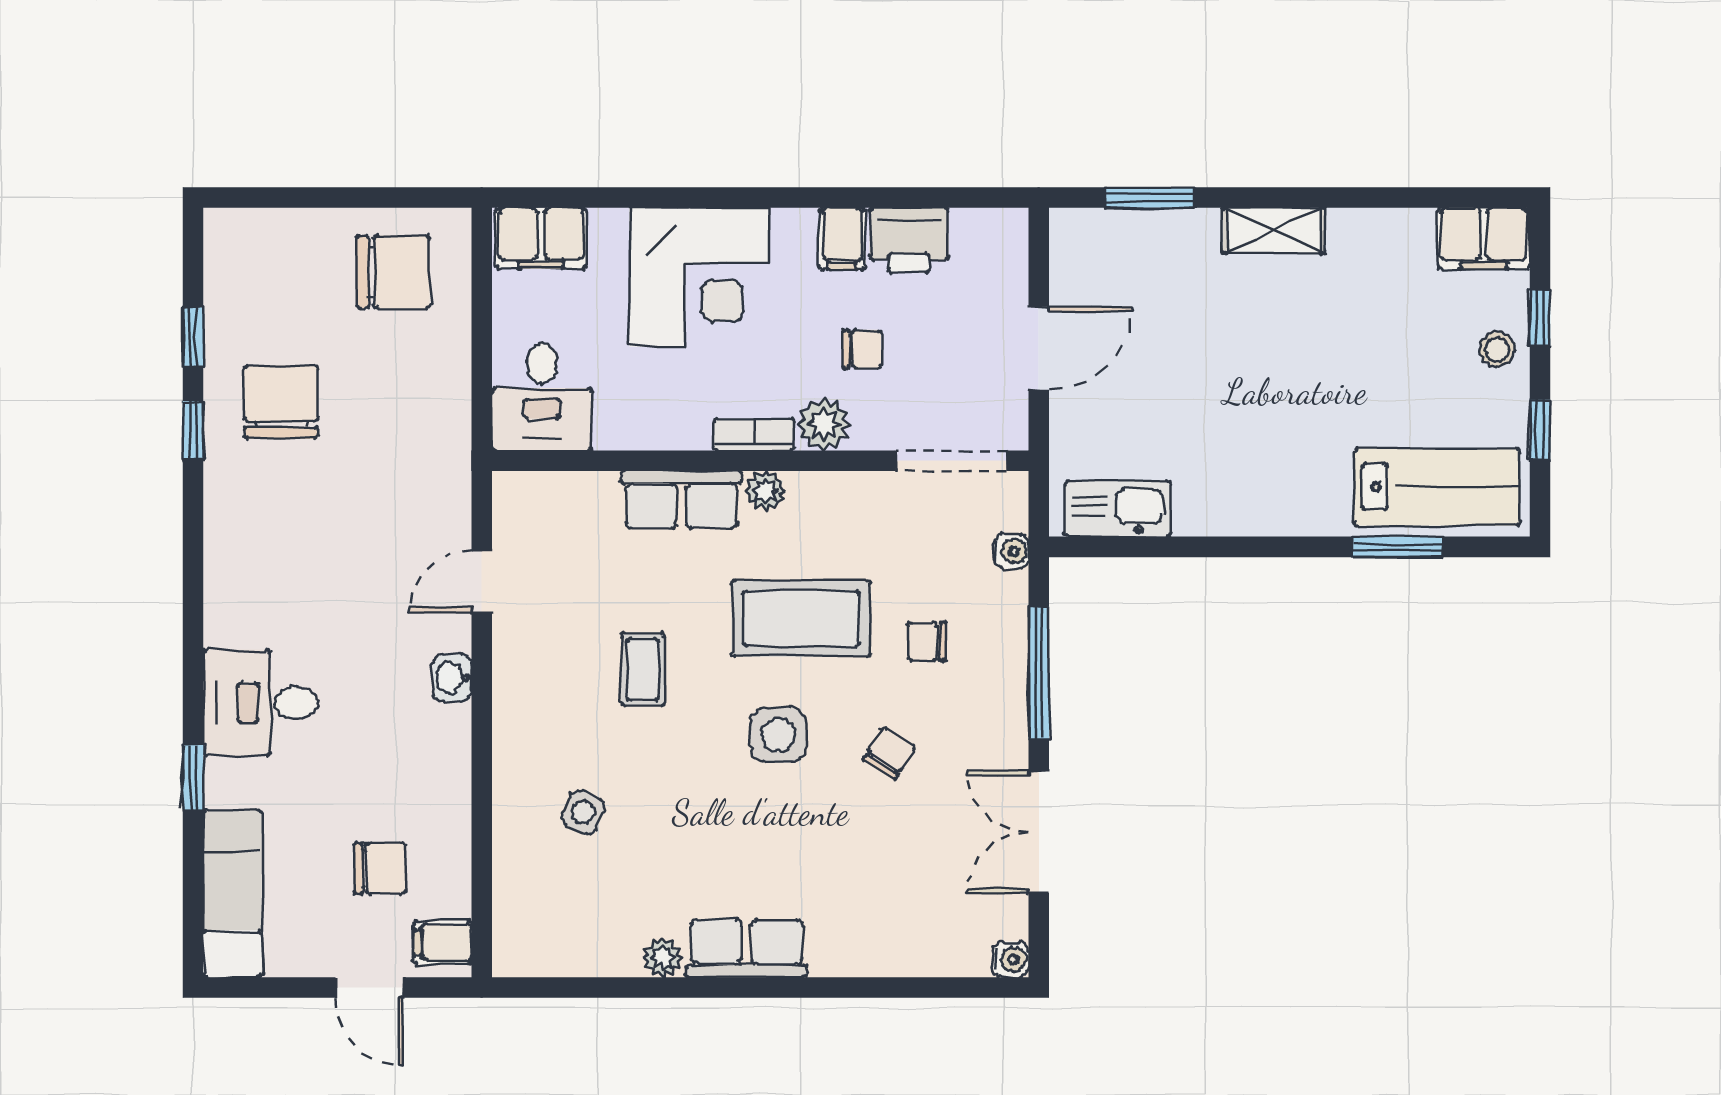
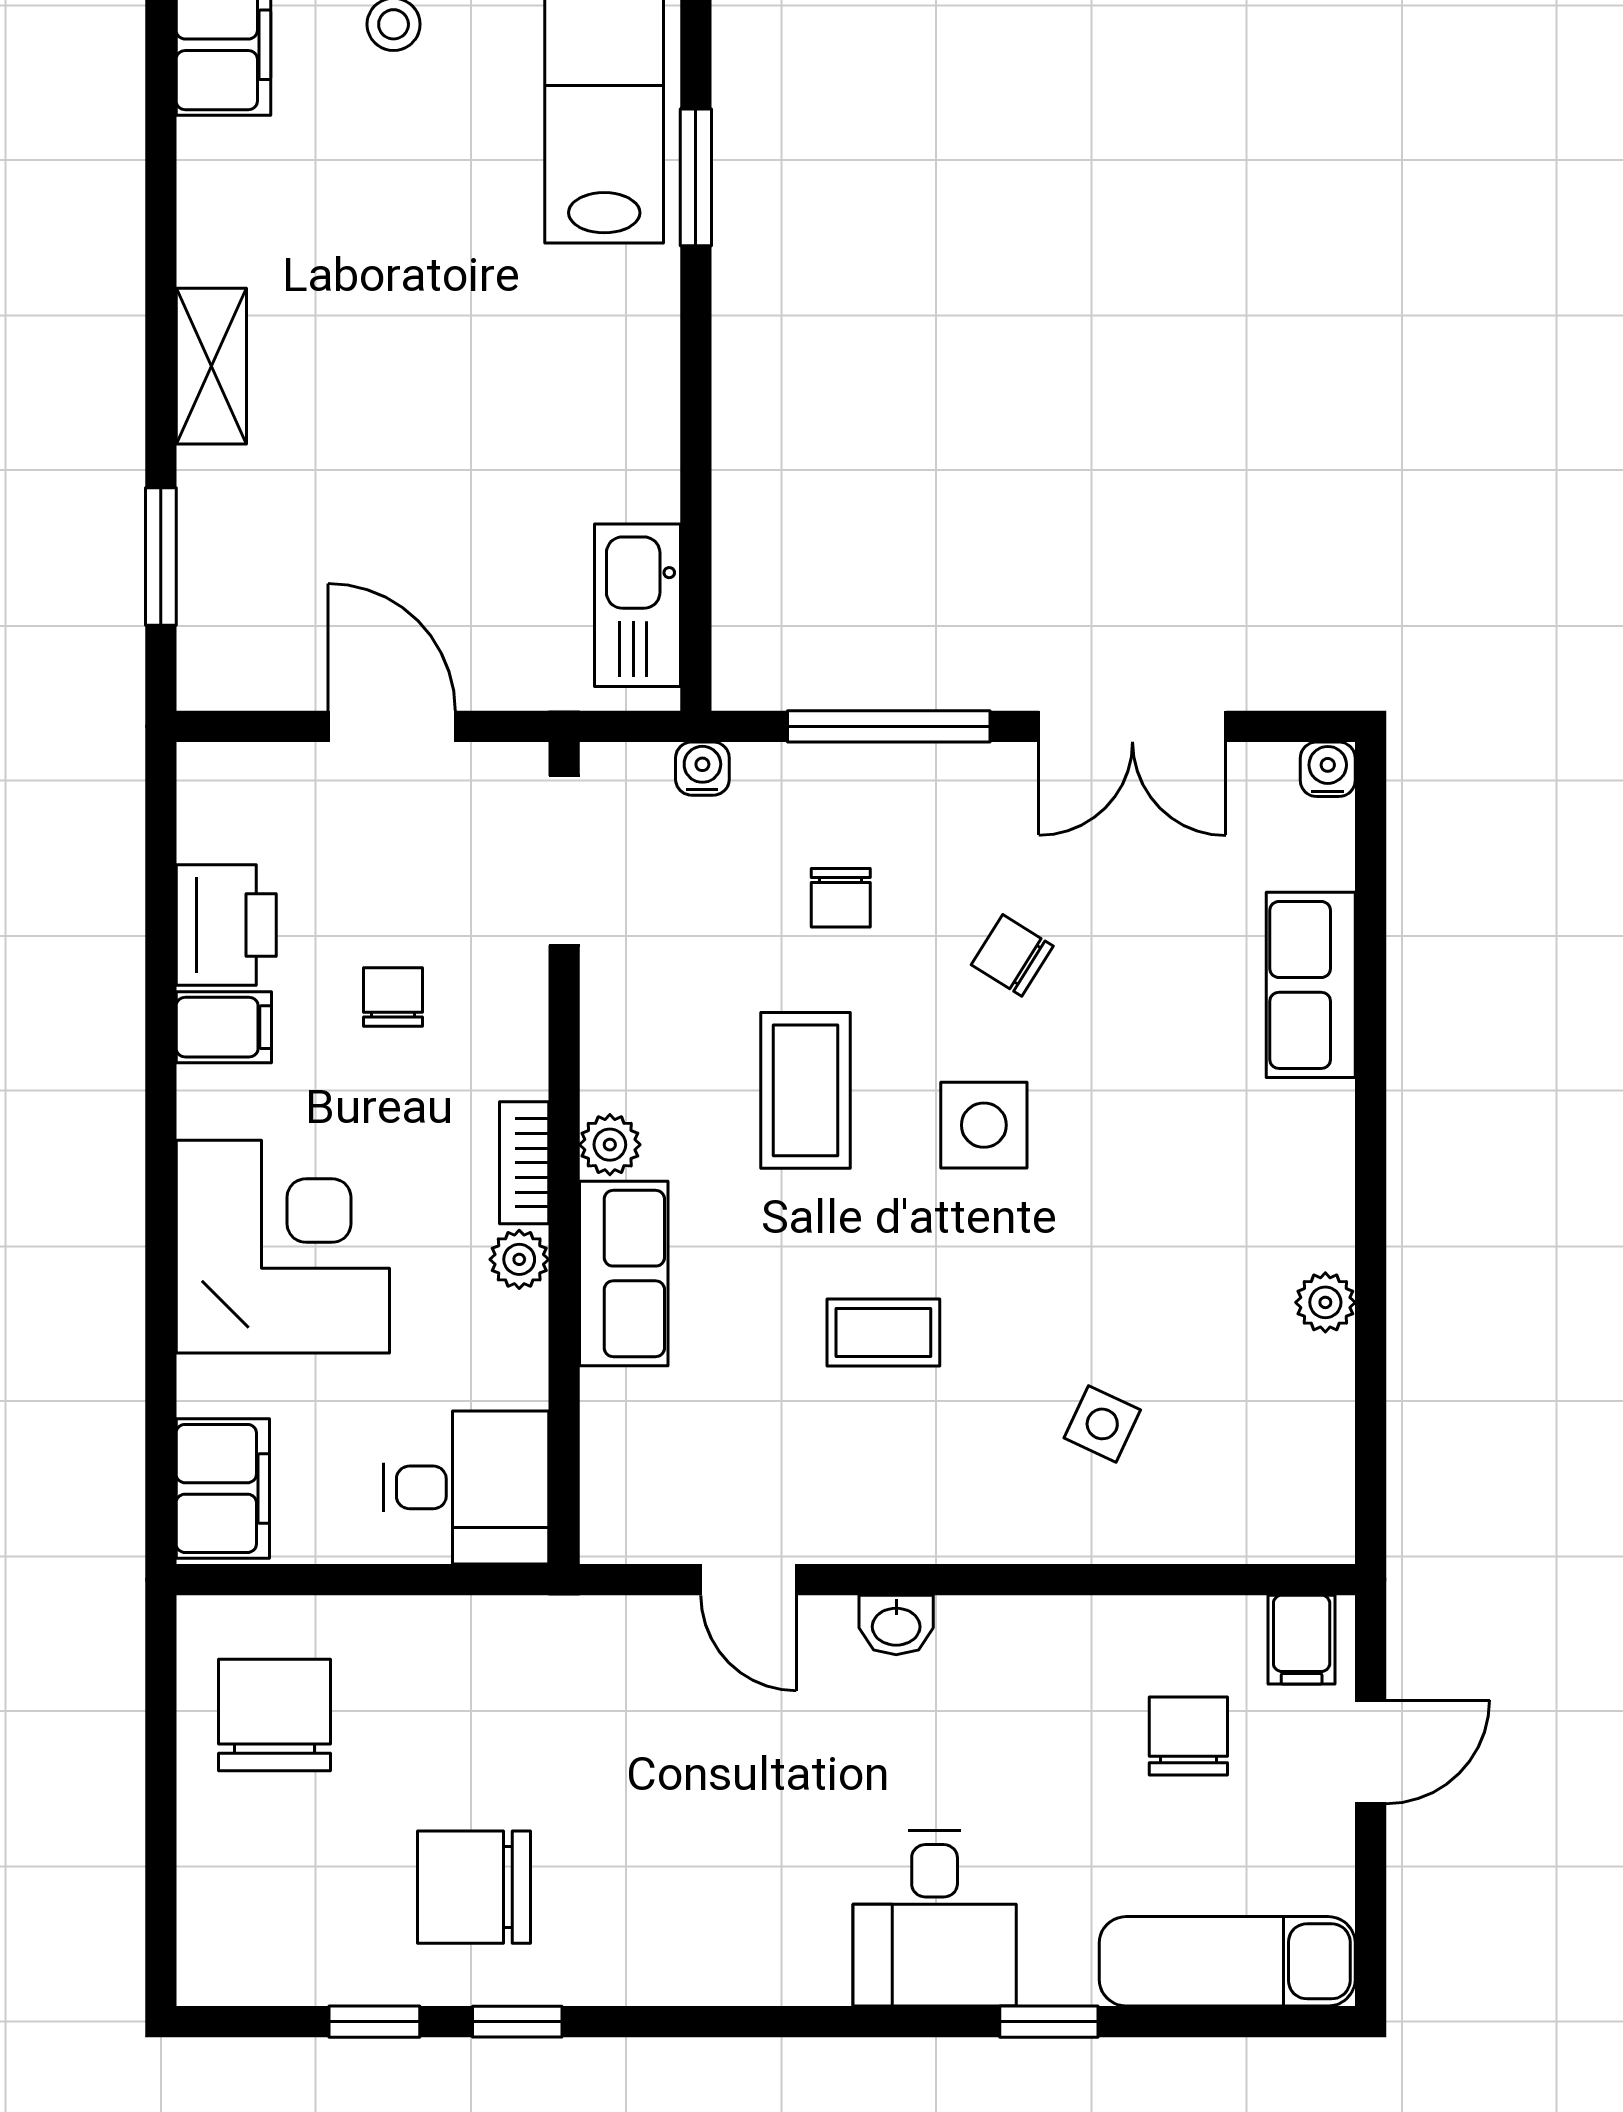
plant: (824, 424) -> (519, 1259), moved, width x0.73, depth x0.73
coffee table: (801, 618) -> (805, 1090), width x0.73, depth x0.76
row of seats: (747, 948) -> (1311, 985), moved

